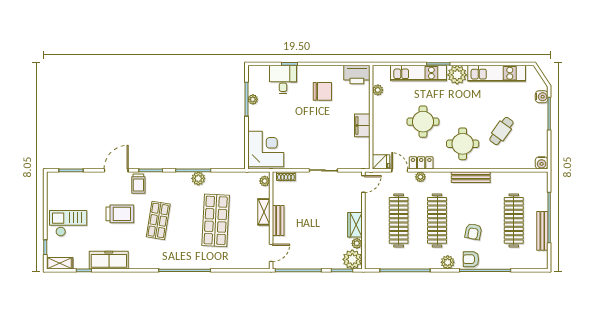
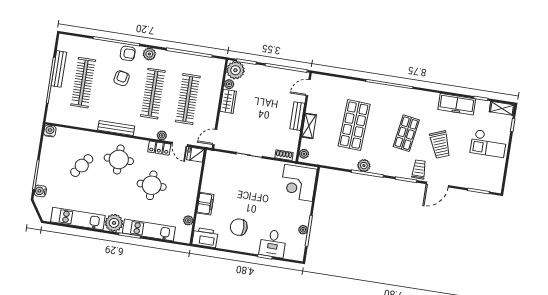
filing cabinet: (362, 125) -> (205, 204), moved
trolley: (120, 214) -> (440, 145), turned -111

